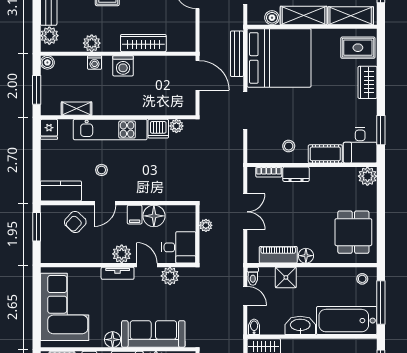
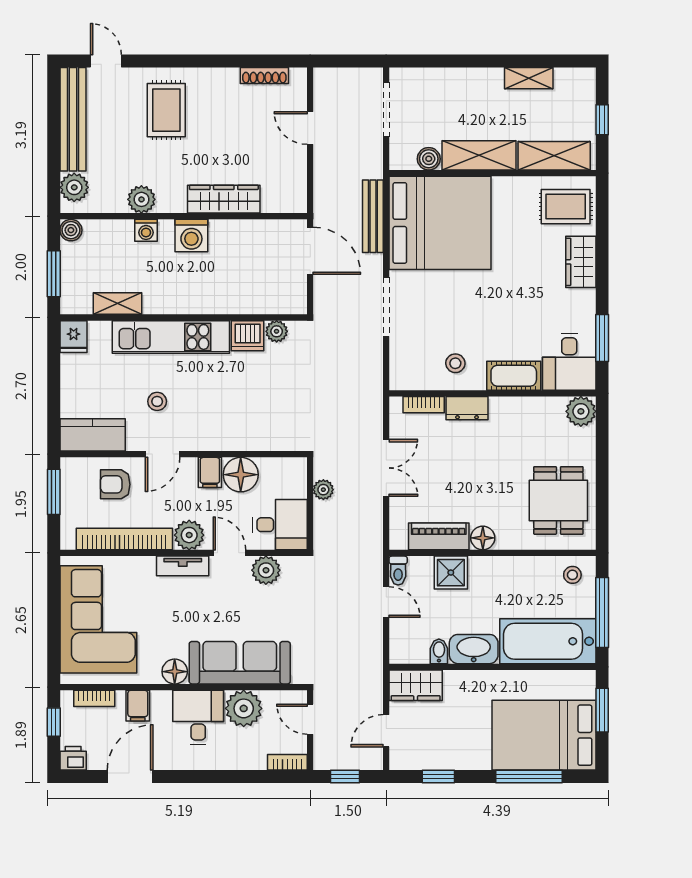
armchair: (75, 222) -> (115, 484), turned 47
bookcase: (81, 256) -> (124, 539), added
bidet: (254, 327) -> (439, 651), moved

